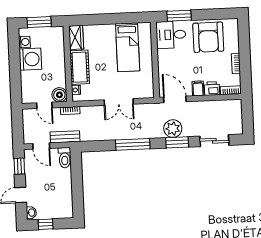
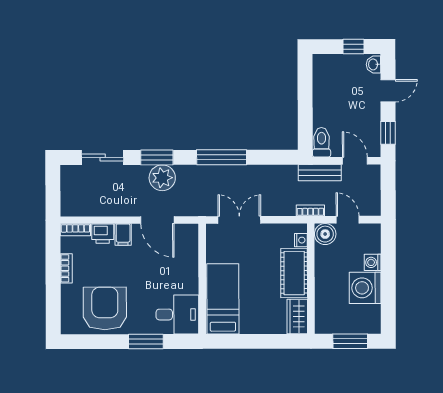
desk: (171, 35) -> (177, 314), moved
washing machine: (24, 42) -> (373, 262), moved
wall: (155, 60) -> (202, 279), moved

